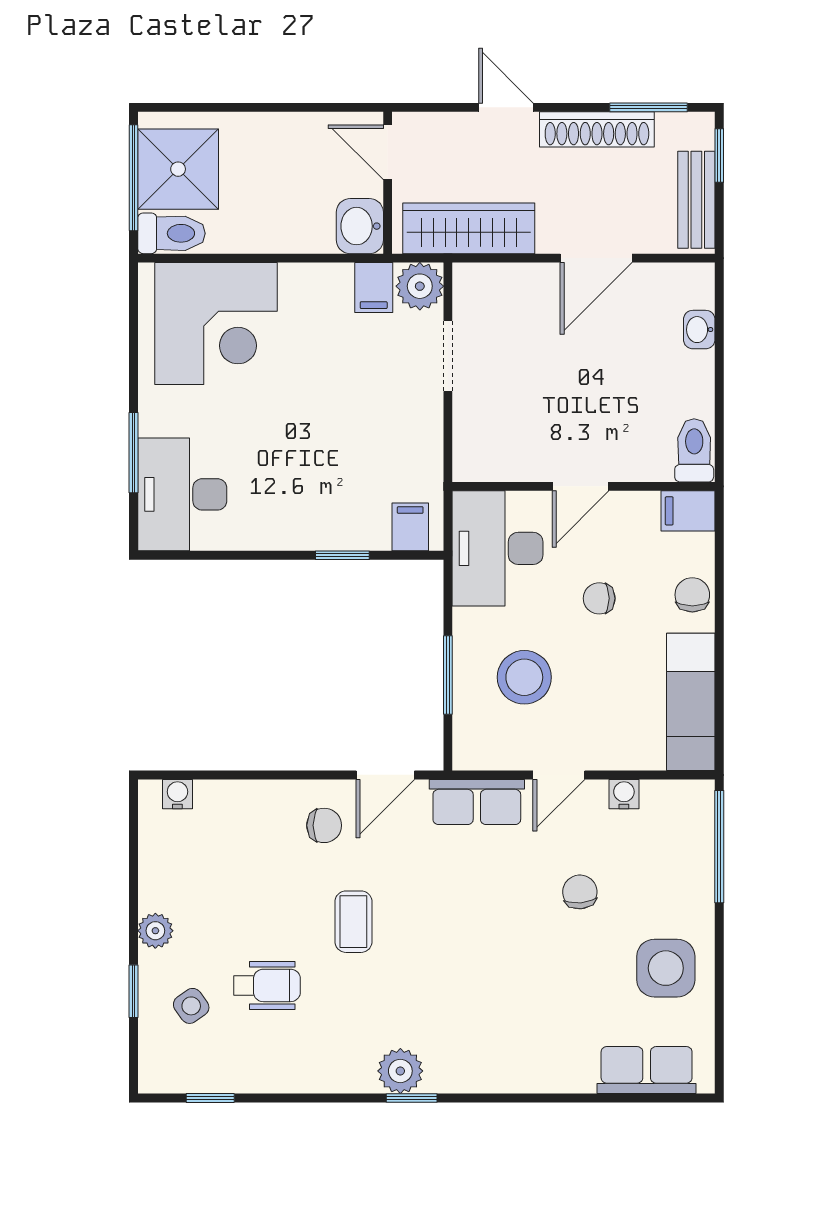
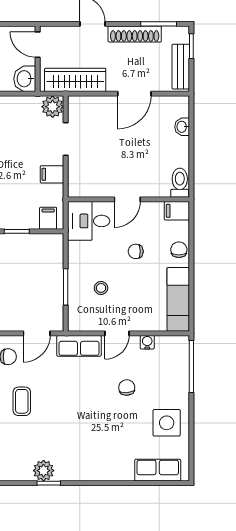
filing cabinet: (374, 288) -> (52, 174), moved, turned 90
desk: (498, 548) -> (89, 221), width x0.73
stool: (524, 677) -> (101, 288), width x0.53, depth x0.53

